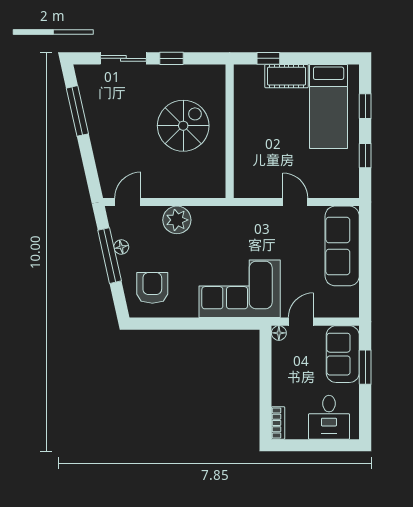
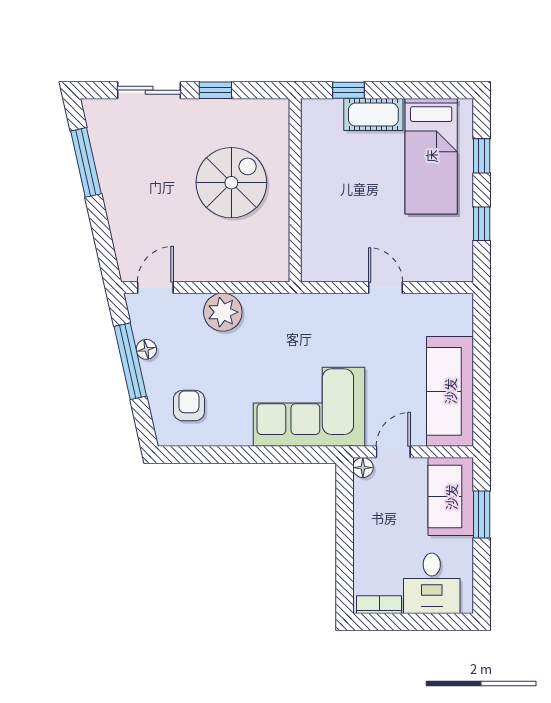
sofa: (342, 246) -> (450, 391), moved
armchair: (152, 288) -> (189, 406), width x0.72, depth x0.72
bookcase: (278, 423) -> (379, 605), moved, turned -90

